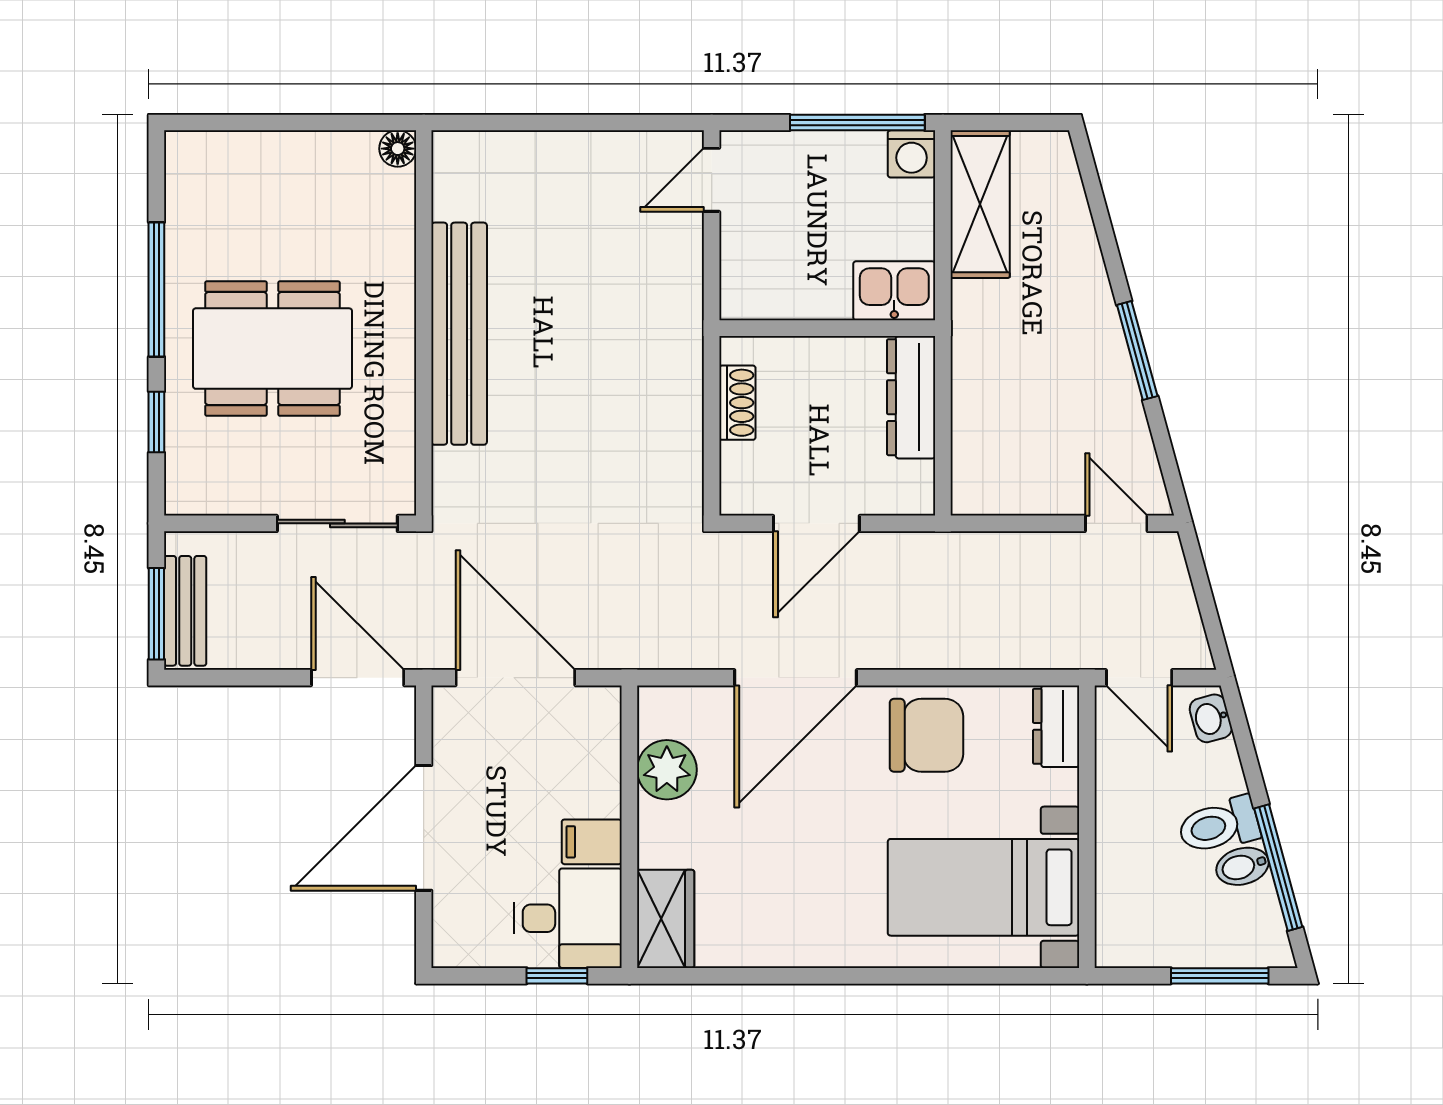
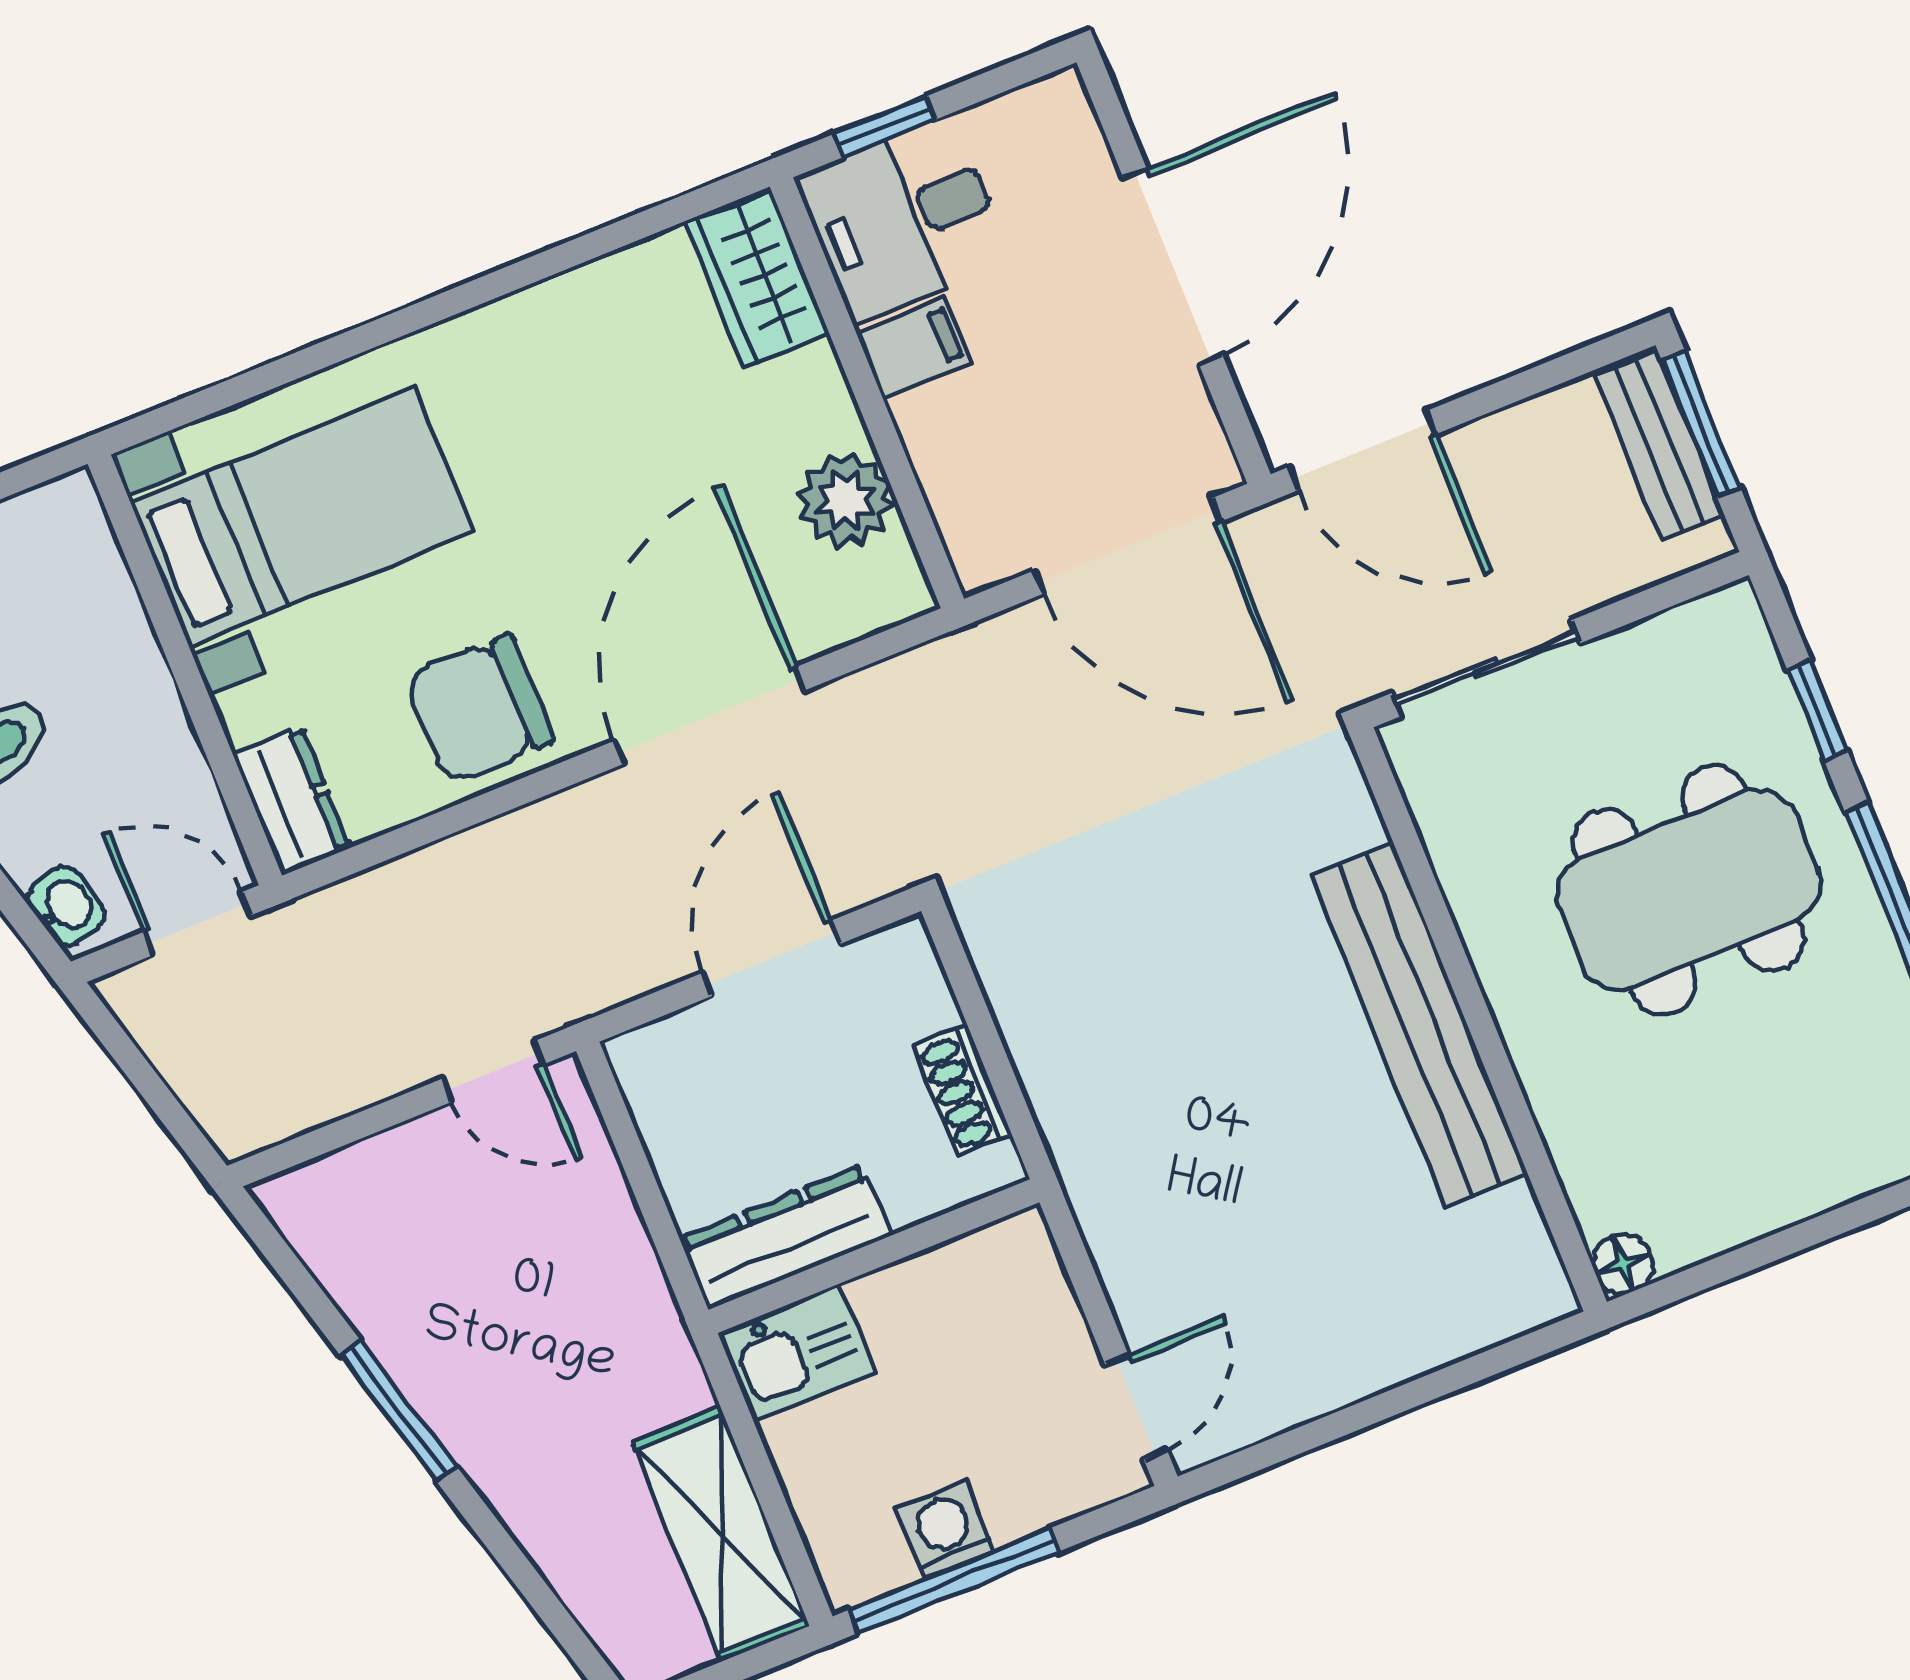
washing machine: (912, 154) -> (945, 1530), moved
dresser: (911, 397) -> (785, 1237), moved, turned -90
door: (1116, 523) -> (493, 1071), moved

